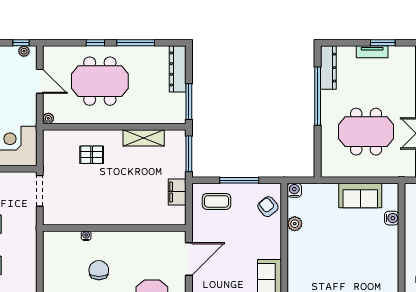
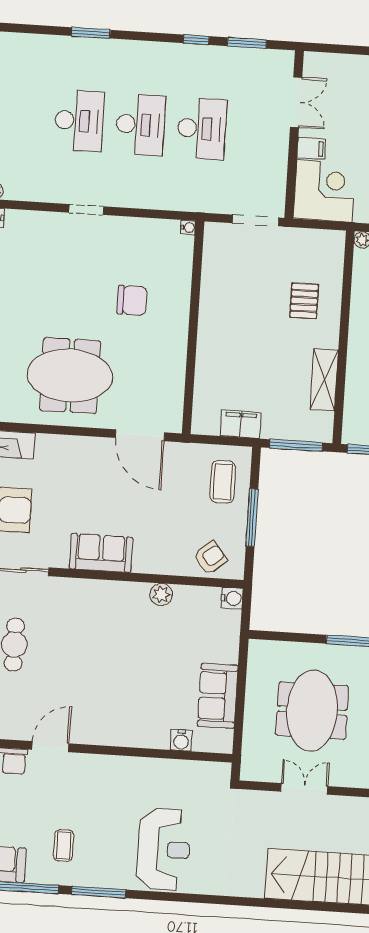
plant: (295, 224) -> (161, 594), moved
water cooler: (86, 236) -> (188, 228), moved

